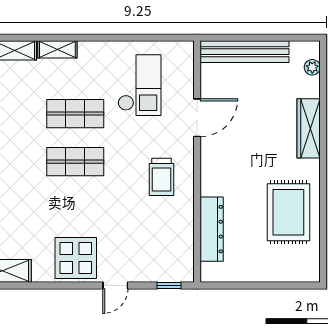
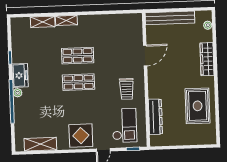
checkout: (140, 85) -> (124, 125), moved

